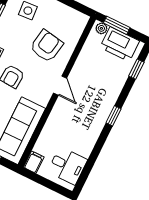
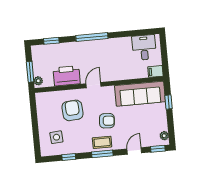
printer: (120, 44) -> (67, 76), moved, turned -90
armchair: (46, 46) -> (72, 110), turned 76
window: (113, 116) -> (92, 37), width x2.17

